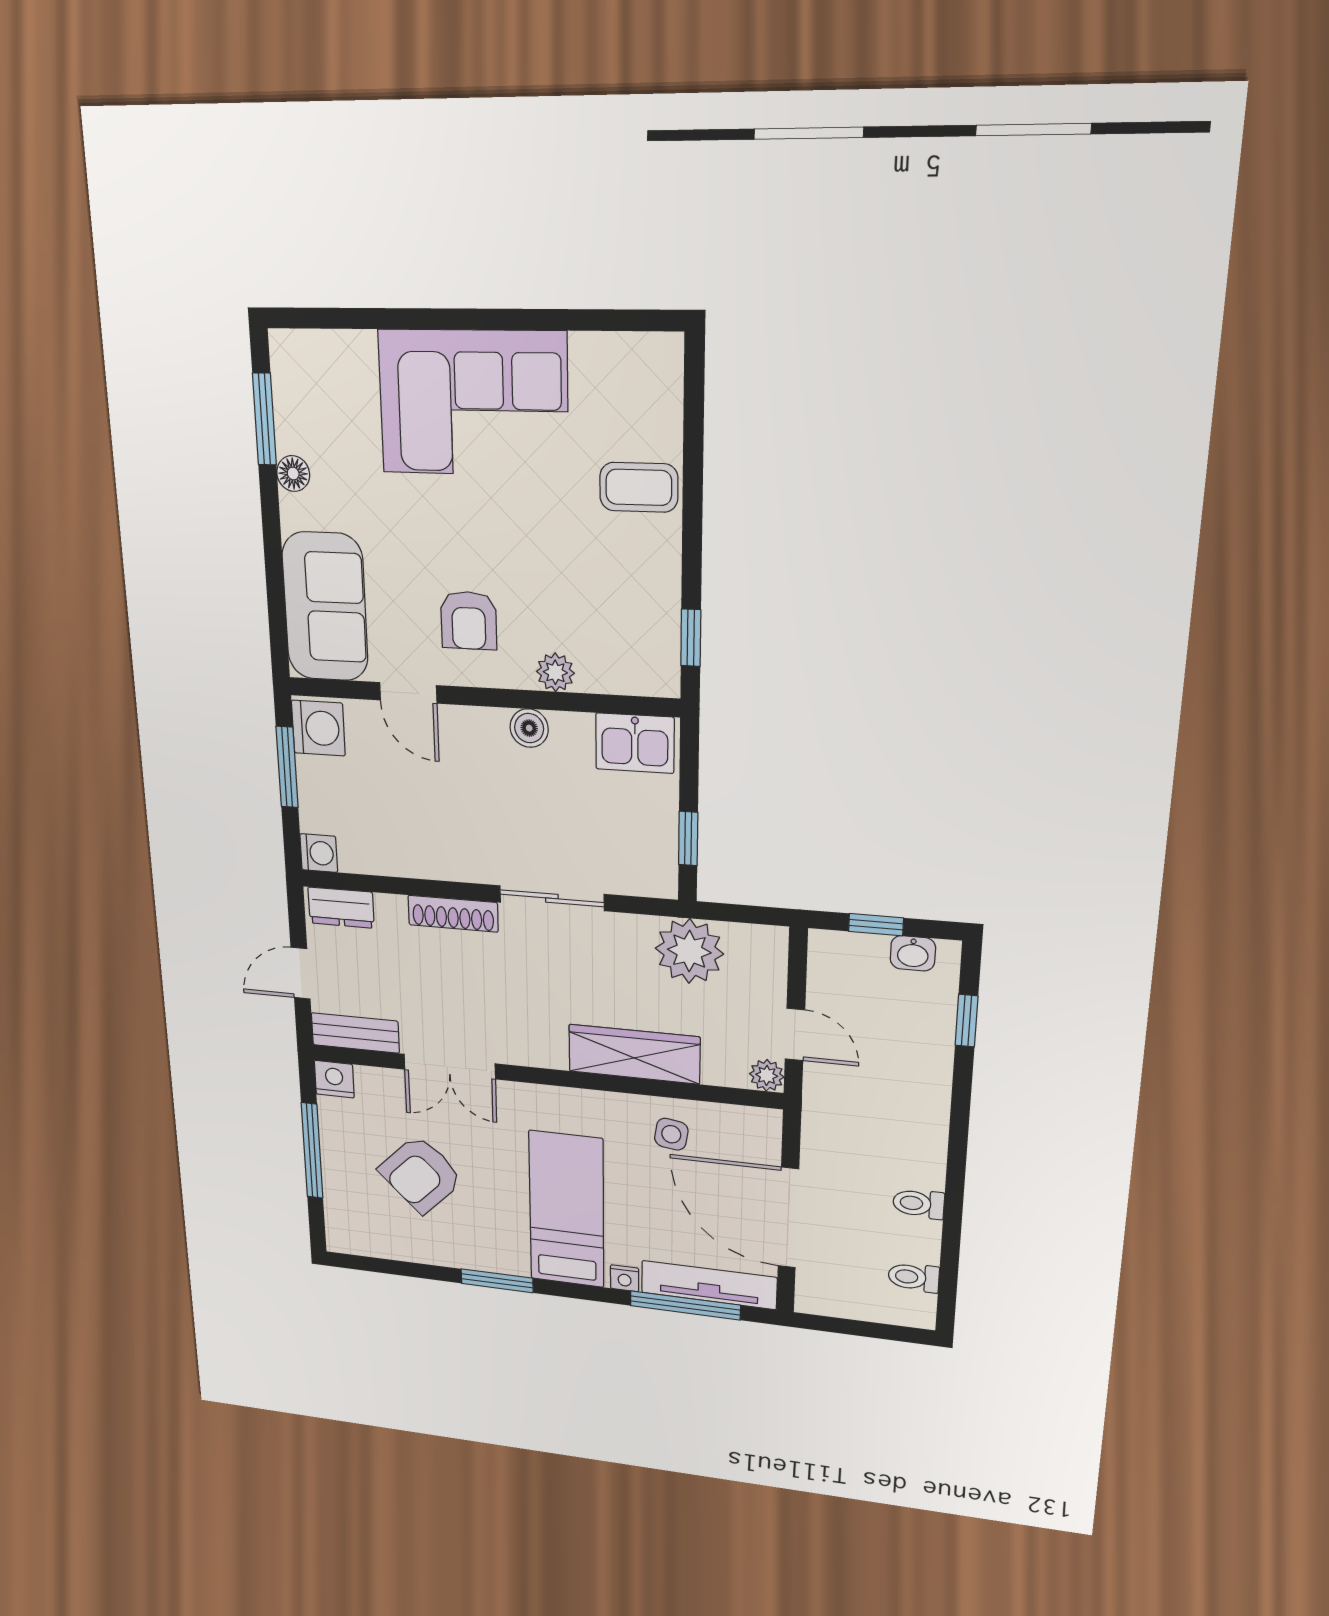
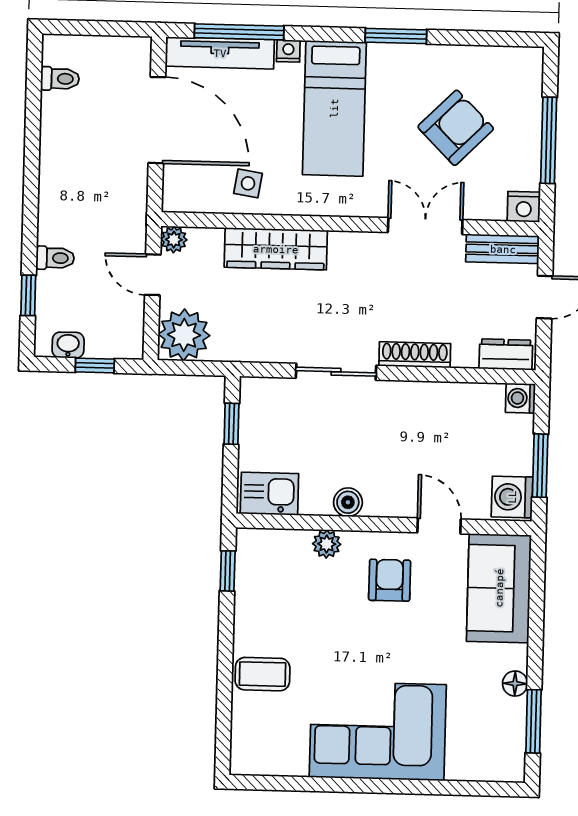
plant: (689, 951) -> (184, 335), moved
toilet: (919, 1204) -> (55, 258), moved

